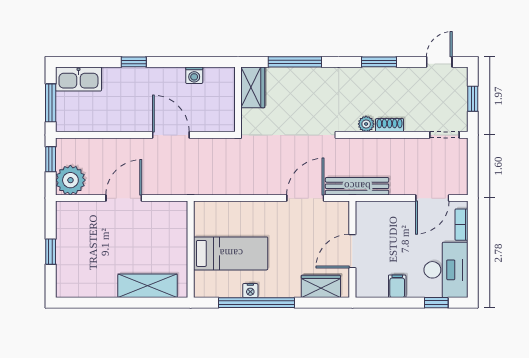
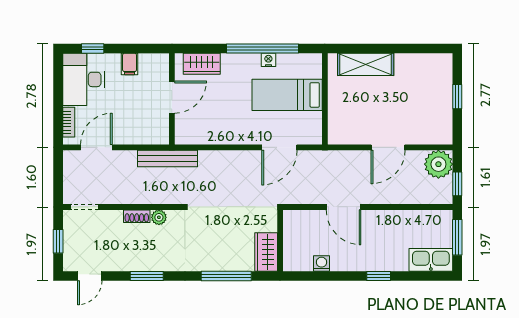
door: (305, 198) -> (279, 147), moved

